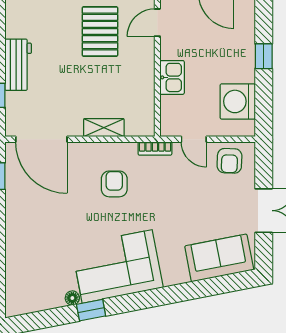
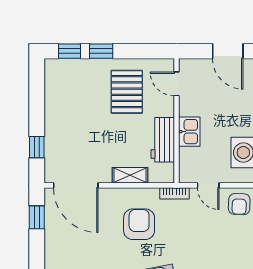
door: (157, 23) -> (176, 84), hinge flipped
workbench: (18, 65) -> (163, 140), moved, turned 180
armchair: (114, 184) -> (139, 224), width x1.38, depth x1.38

